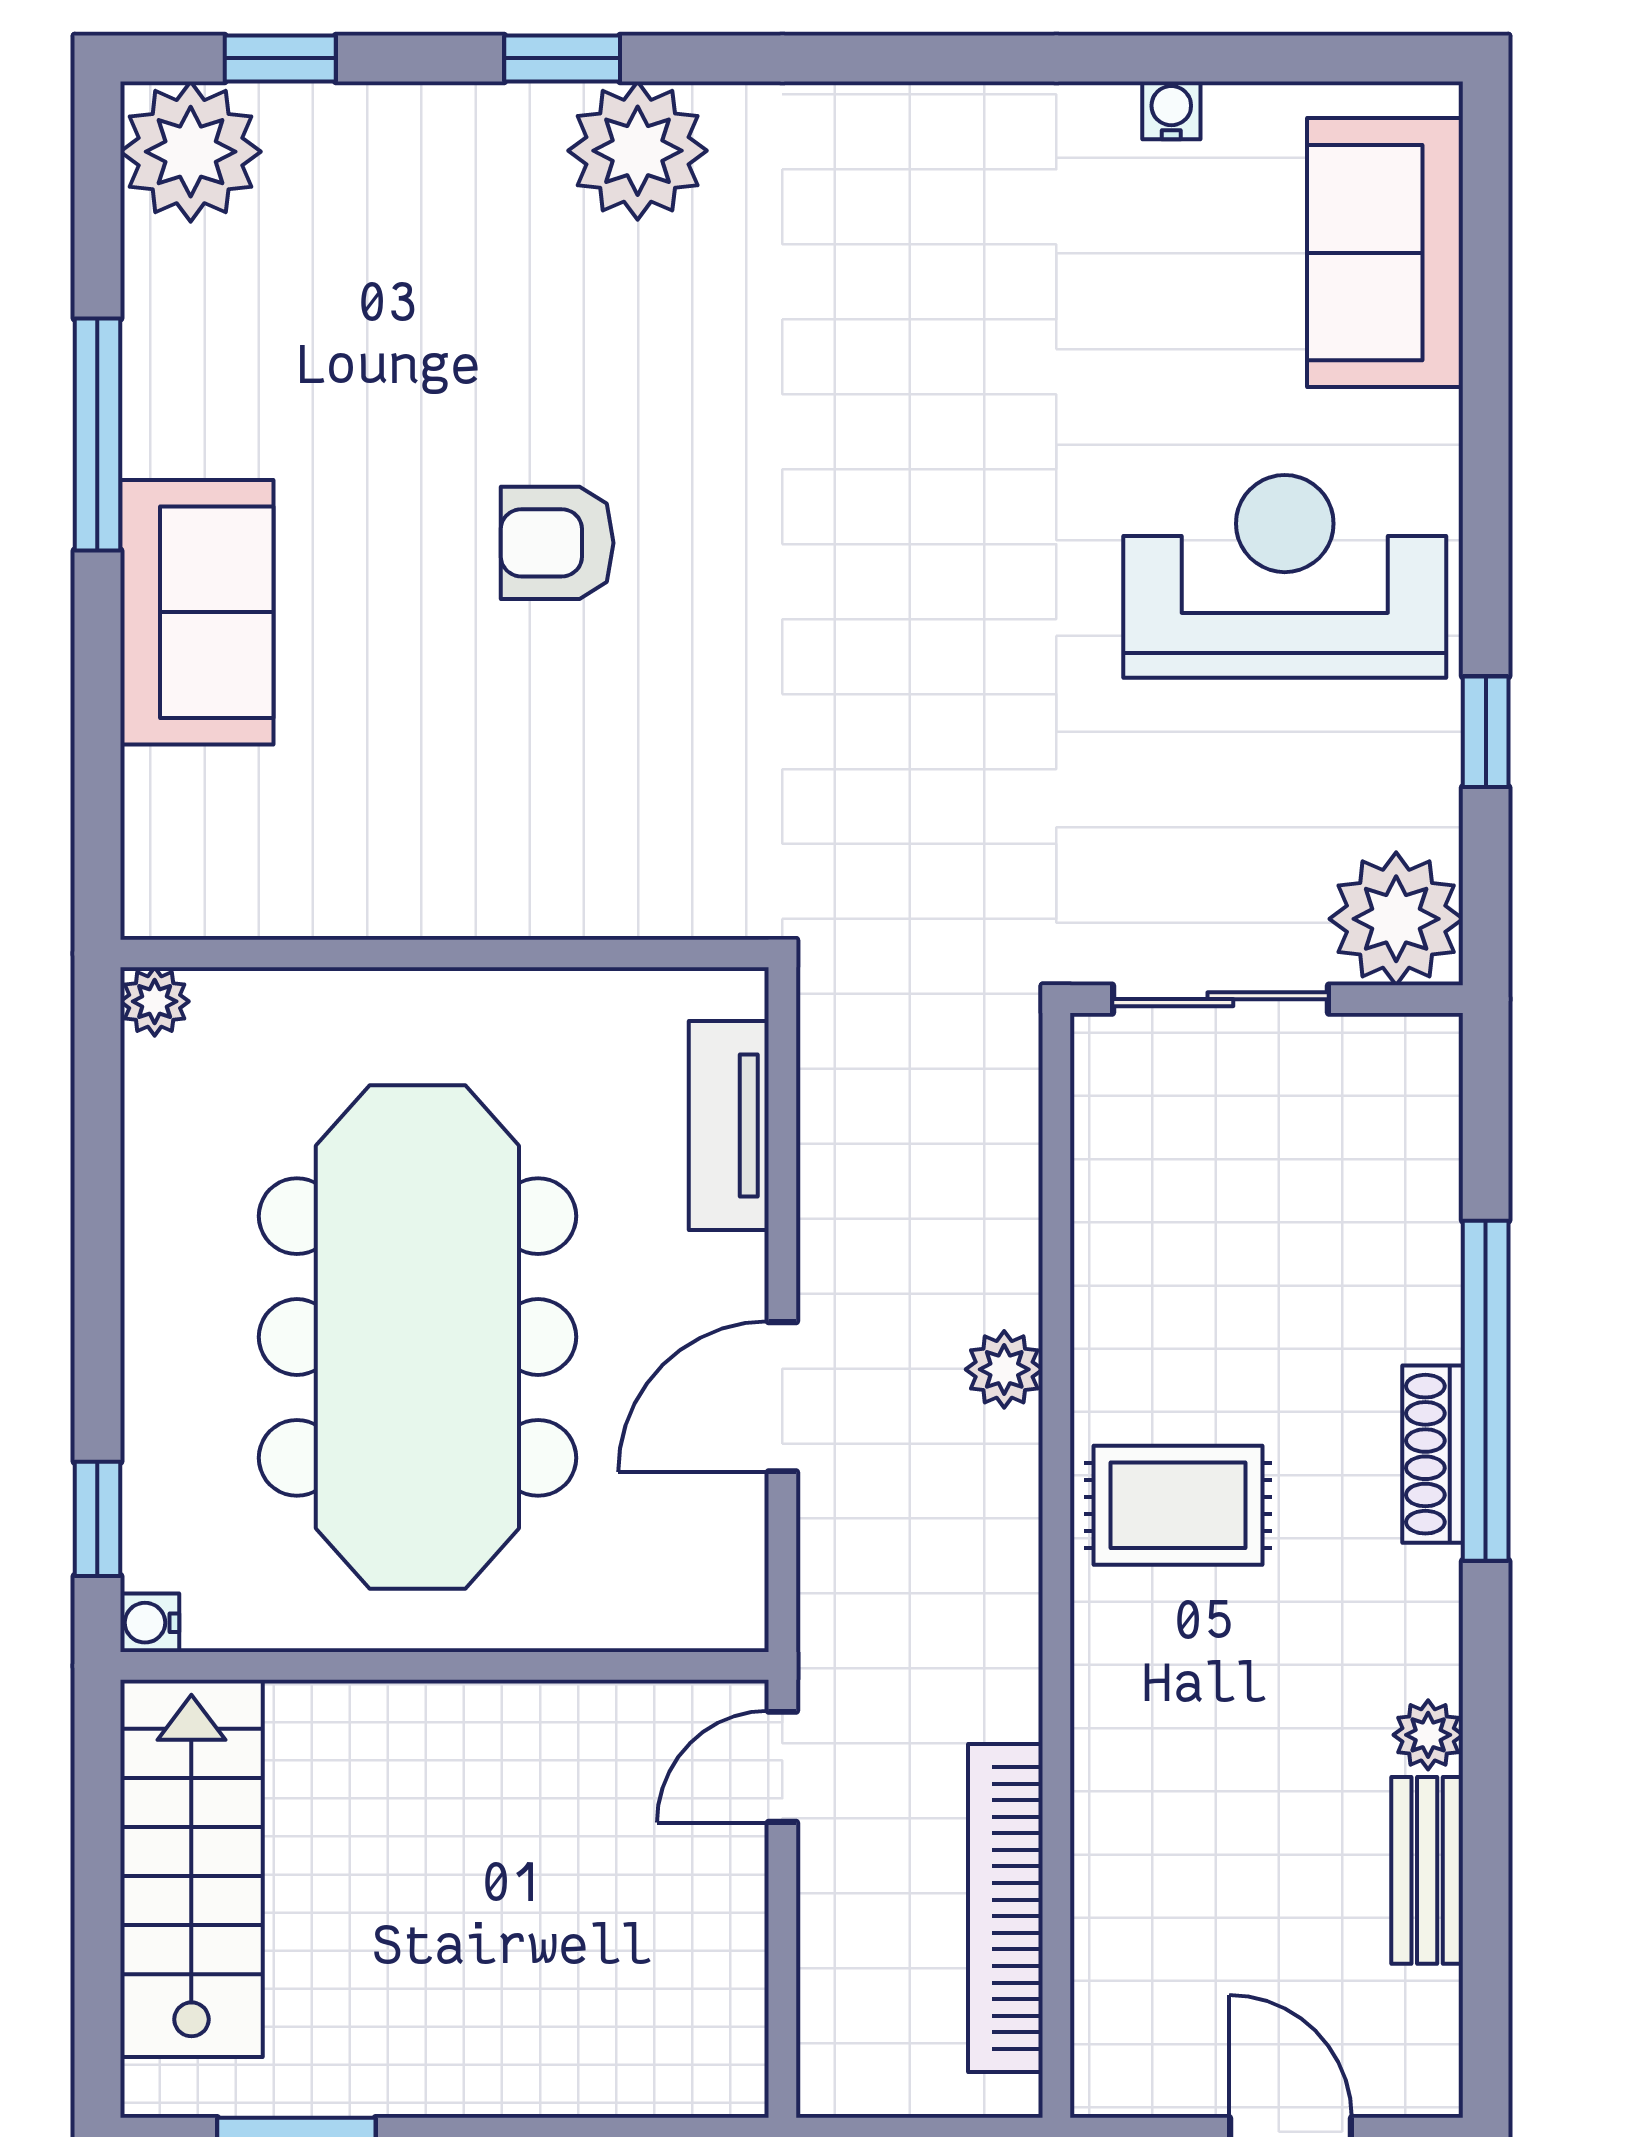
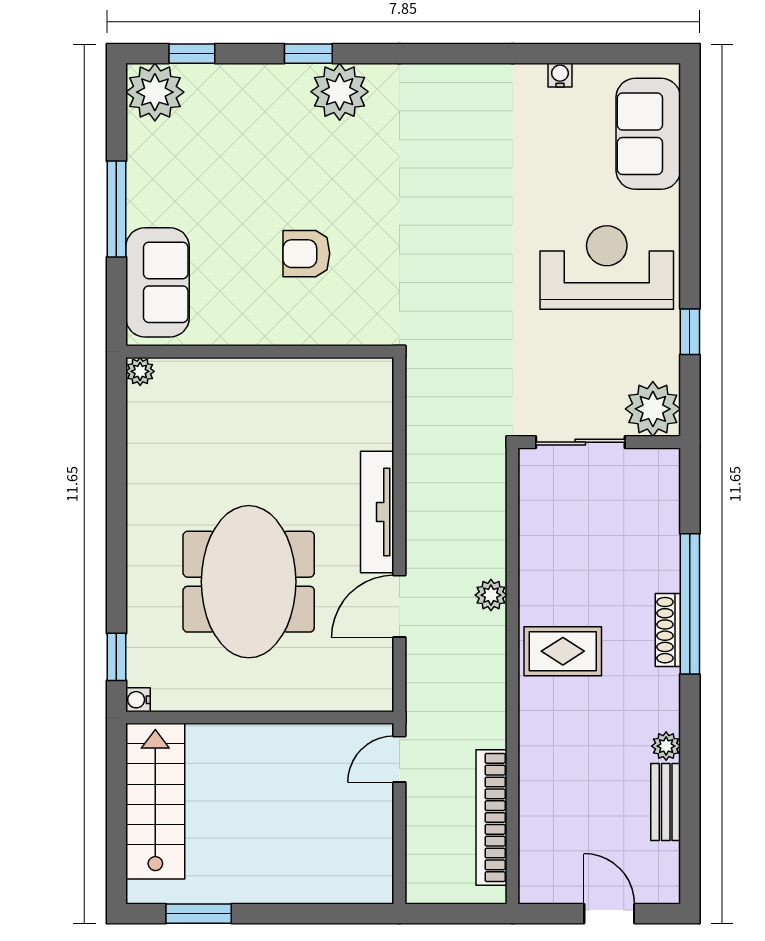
wall: (444, 953) -> (260, 352), moved
plant: (155, 1001) -> (140, 371), moved
tv unit: (729, 1125) -> (377, 512), width x1.41
meeting table: (417, 1337) -> (249, 582), width x0.73

